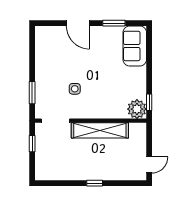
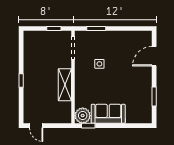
door: (78, 23) -> (154, 56), moved
sofa: (135, 46) -> (108, 114), moved
shelving: (100, 130) -> (65, 85), width x0.68

